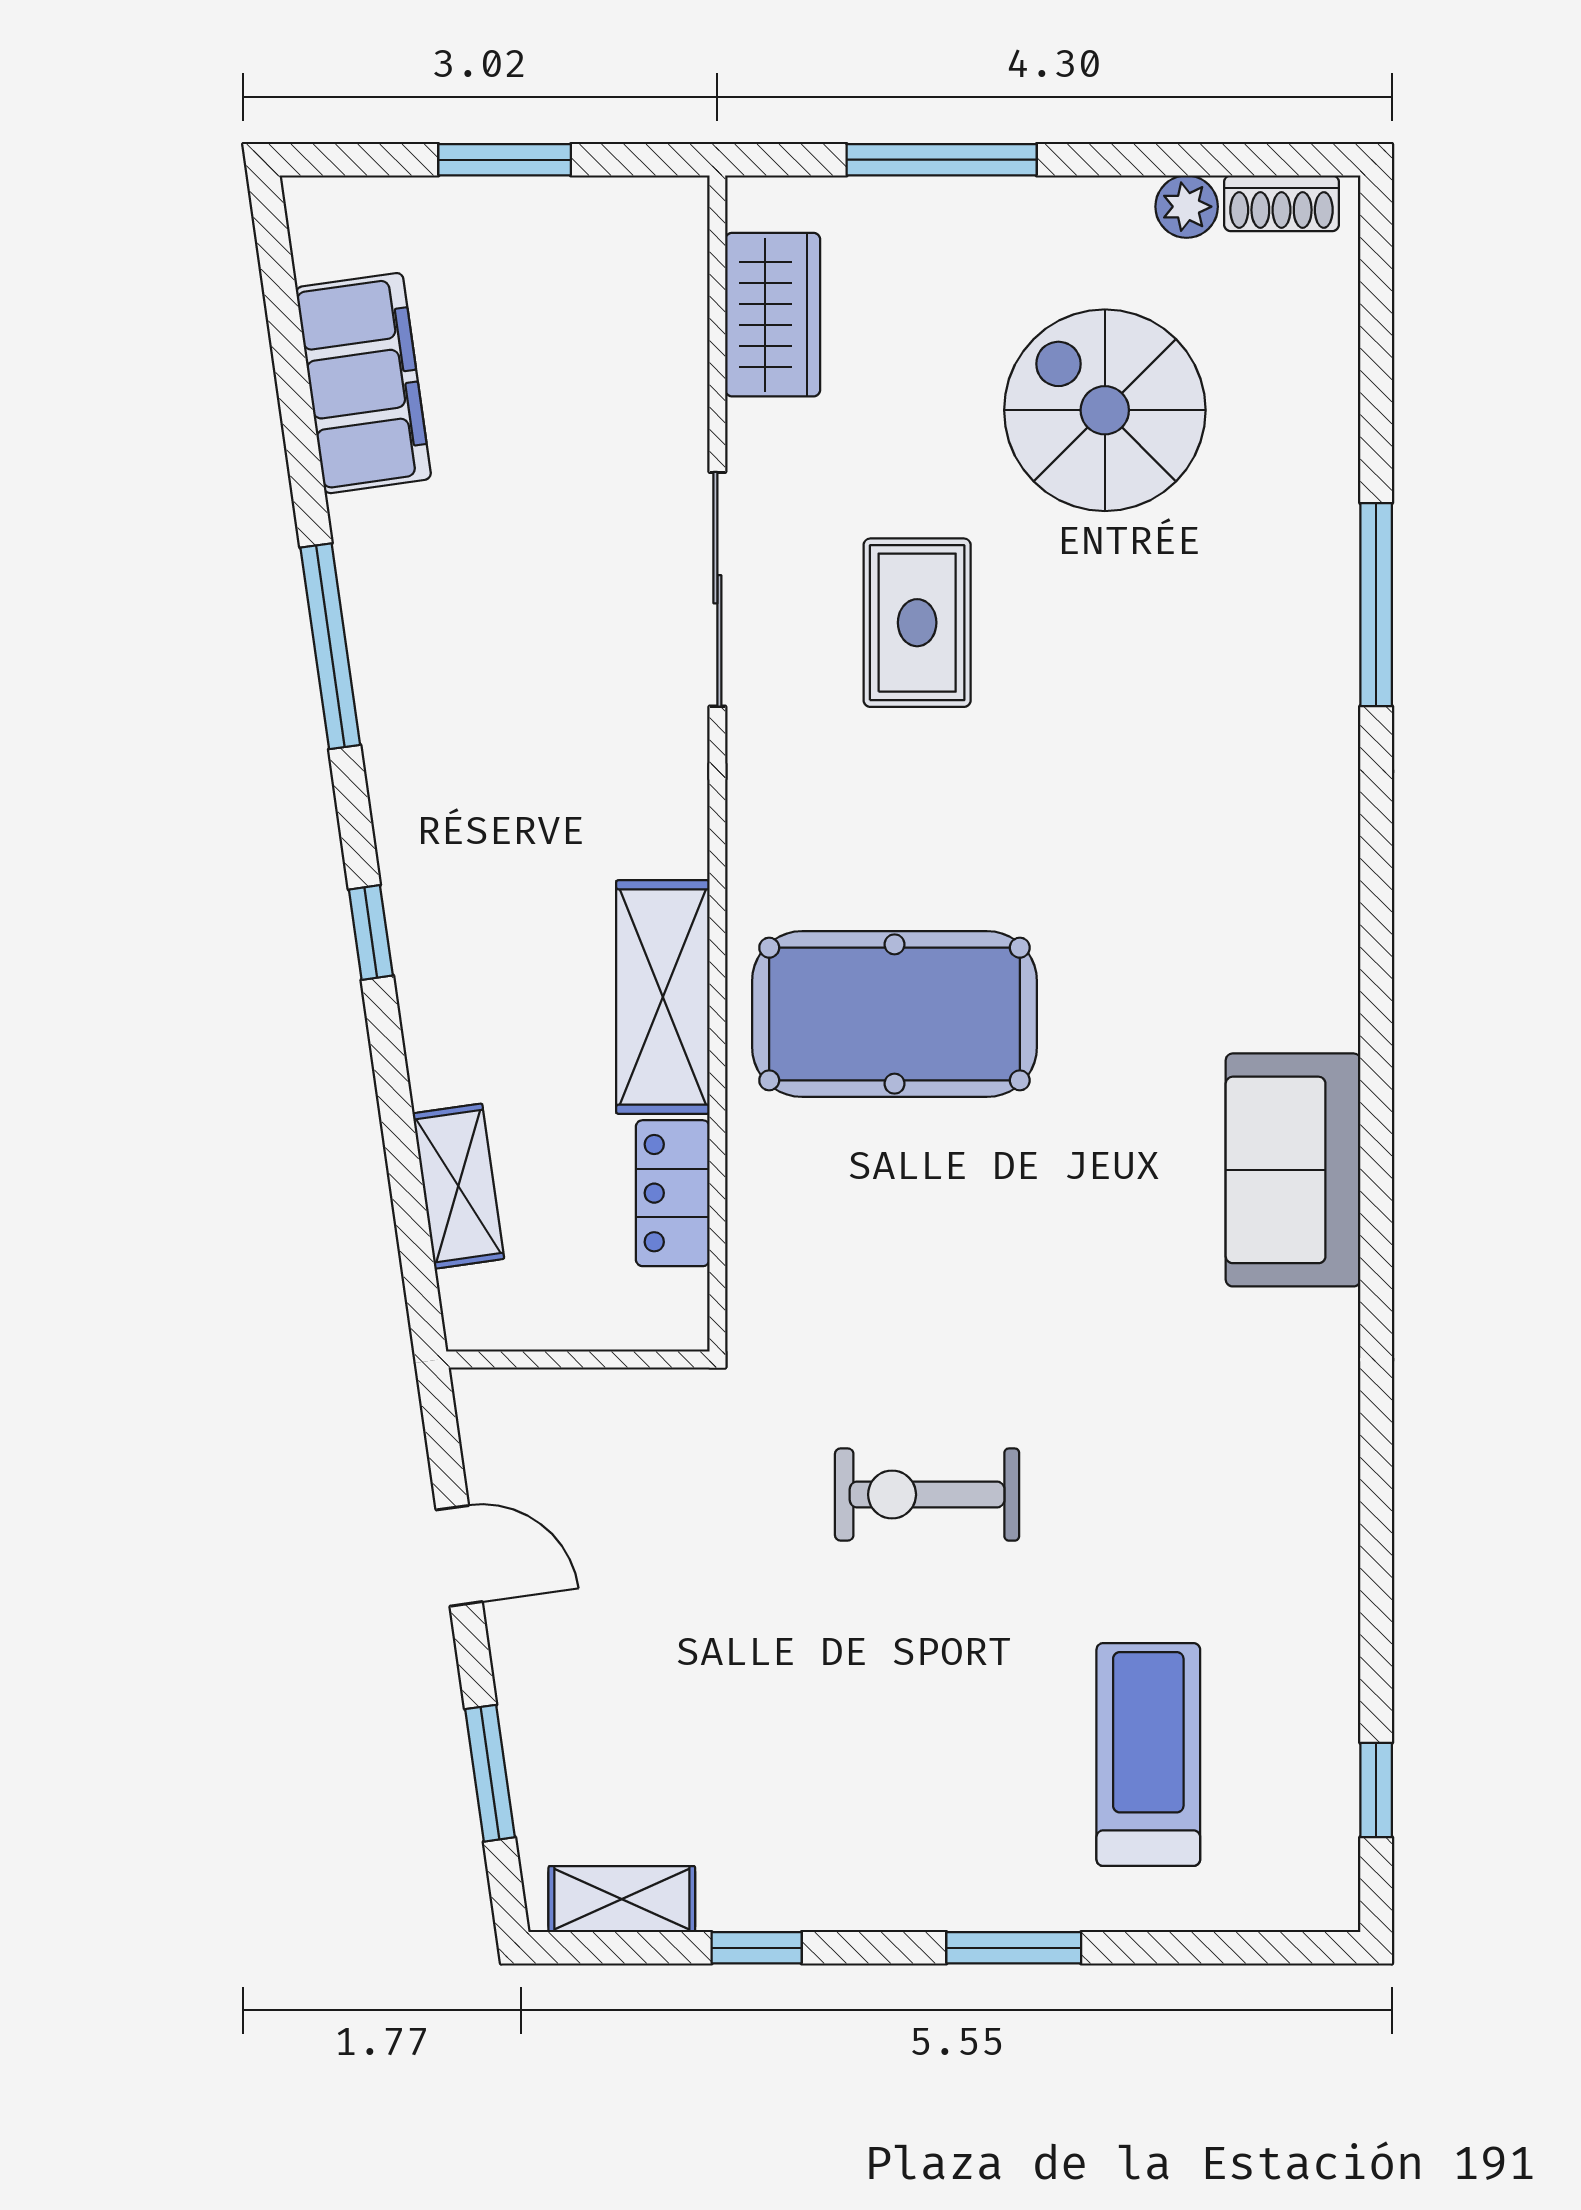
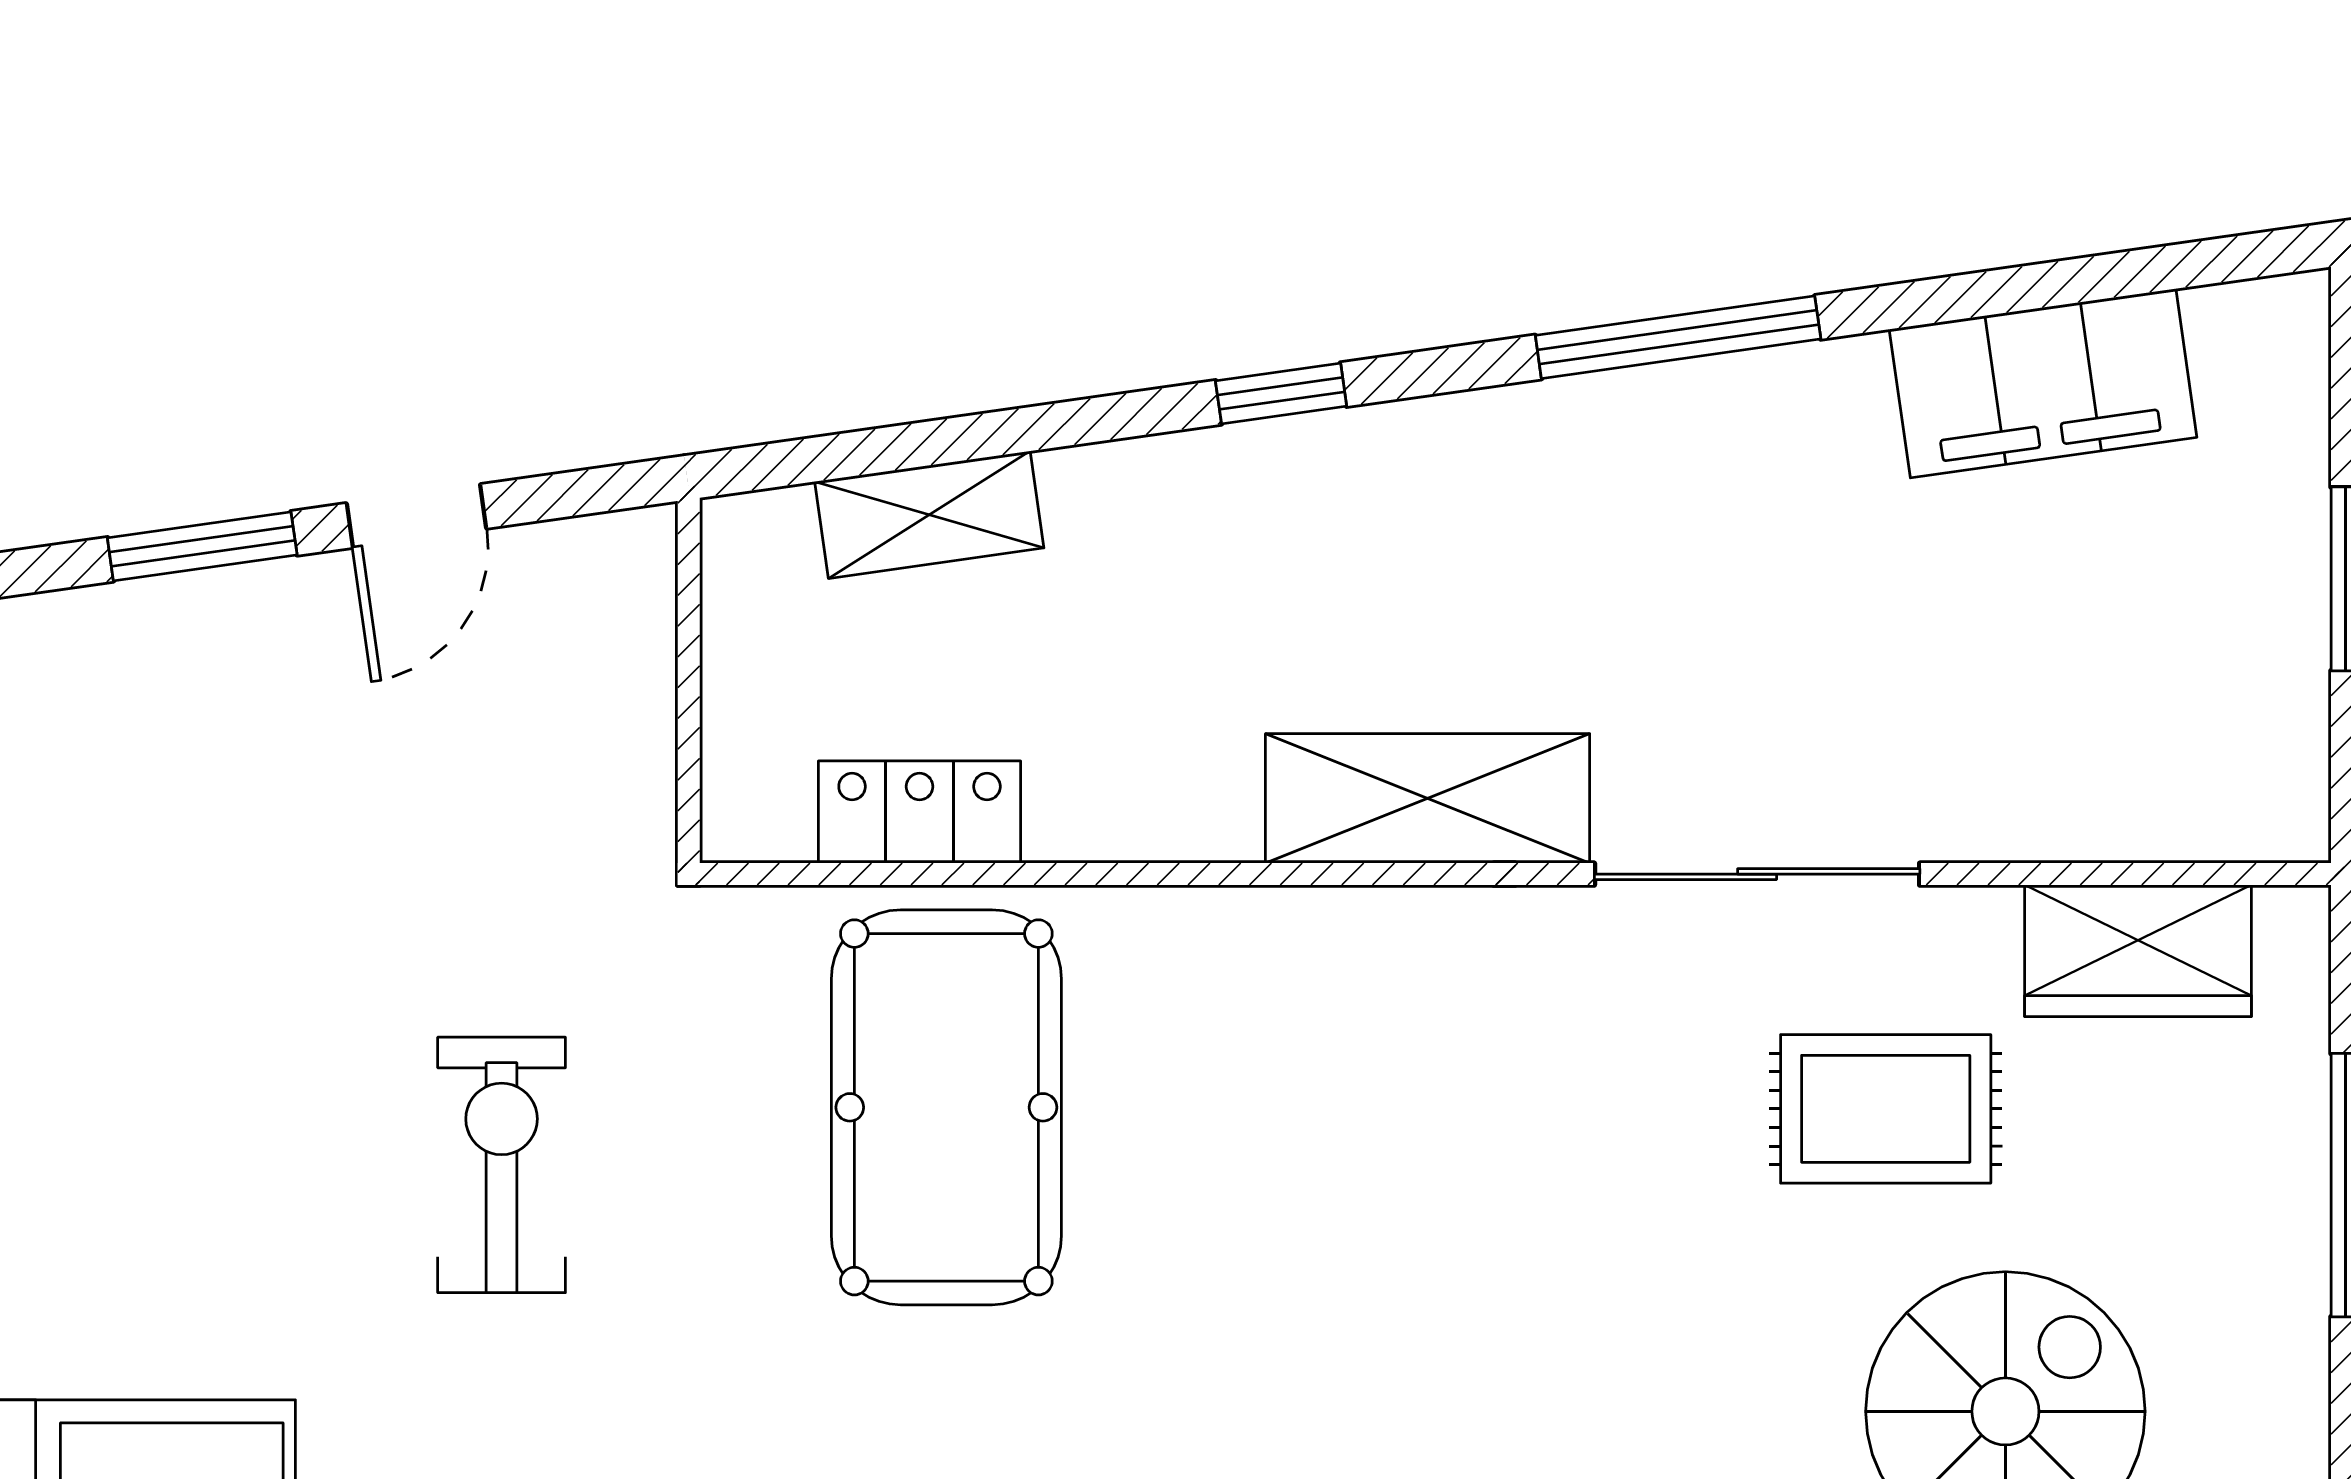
rug: (917, 623) -> (1886, 1109), moved
shelving: (663, 997) -> (1428, 798), moved
pool table: (894, 1014) -> (946, 1107), moved
window: (490, 1773) -> (202, 546), moved

